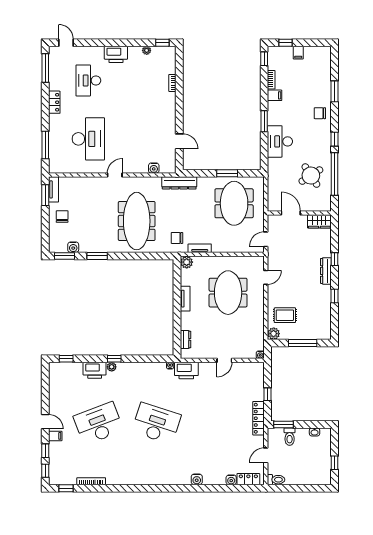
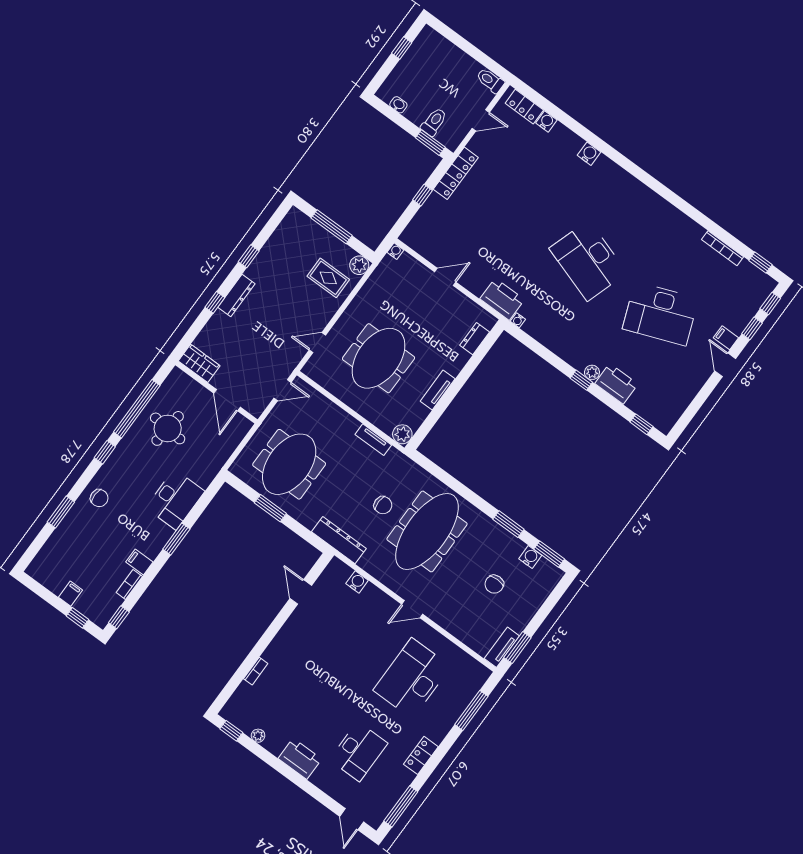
round table: (311, 176) -> (168, 428), turned 38
chair: (62, 217) -> (494, 584), moved
chair: (177, 238) -> (383, 505), moved

